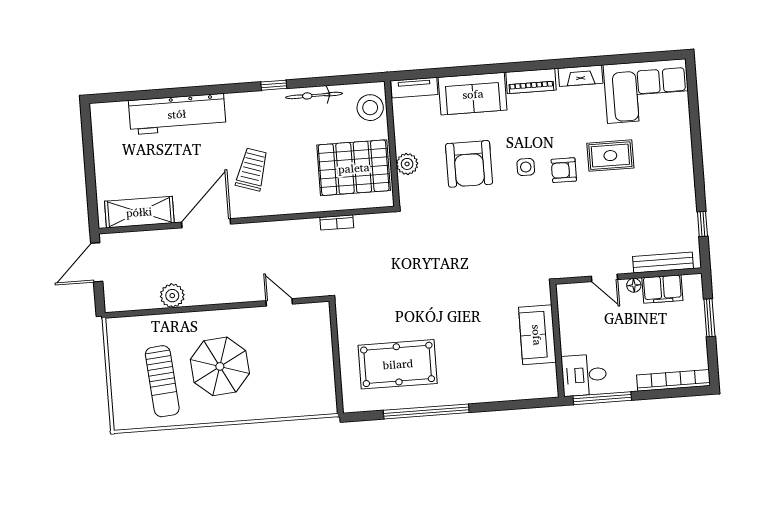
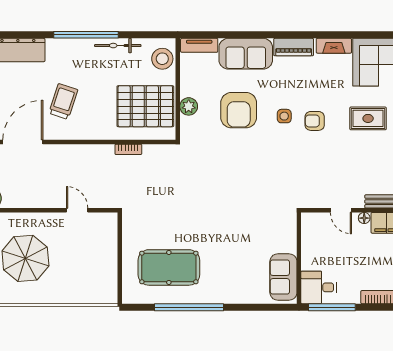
window: (274, 85) -> (86, 35), width x3.17
rug: (610, 156) -> (368, 118), moved
sofa: (537, 335) -> (283, 277), moved

